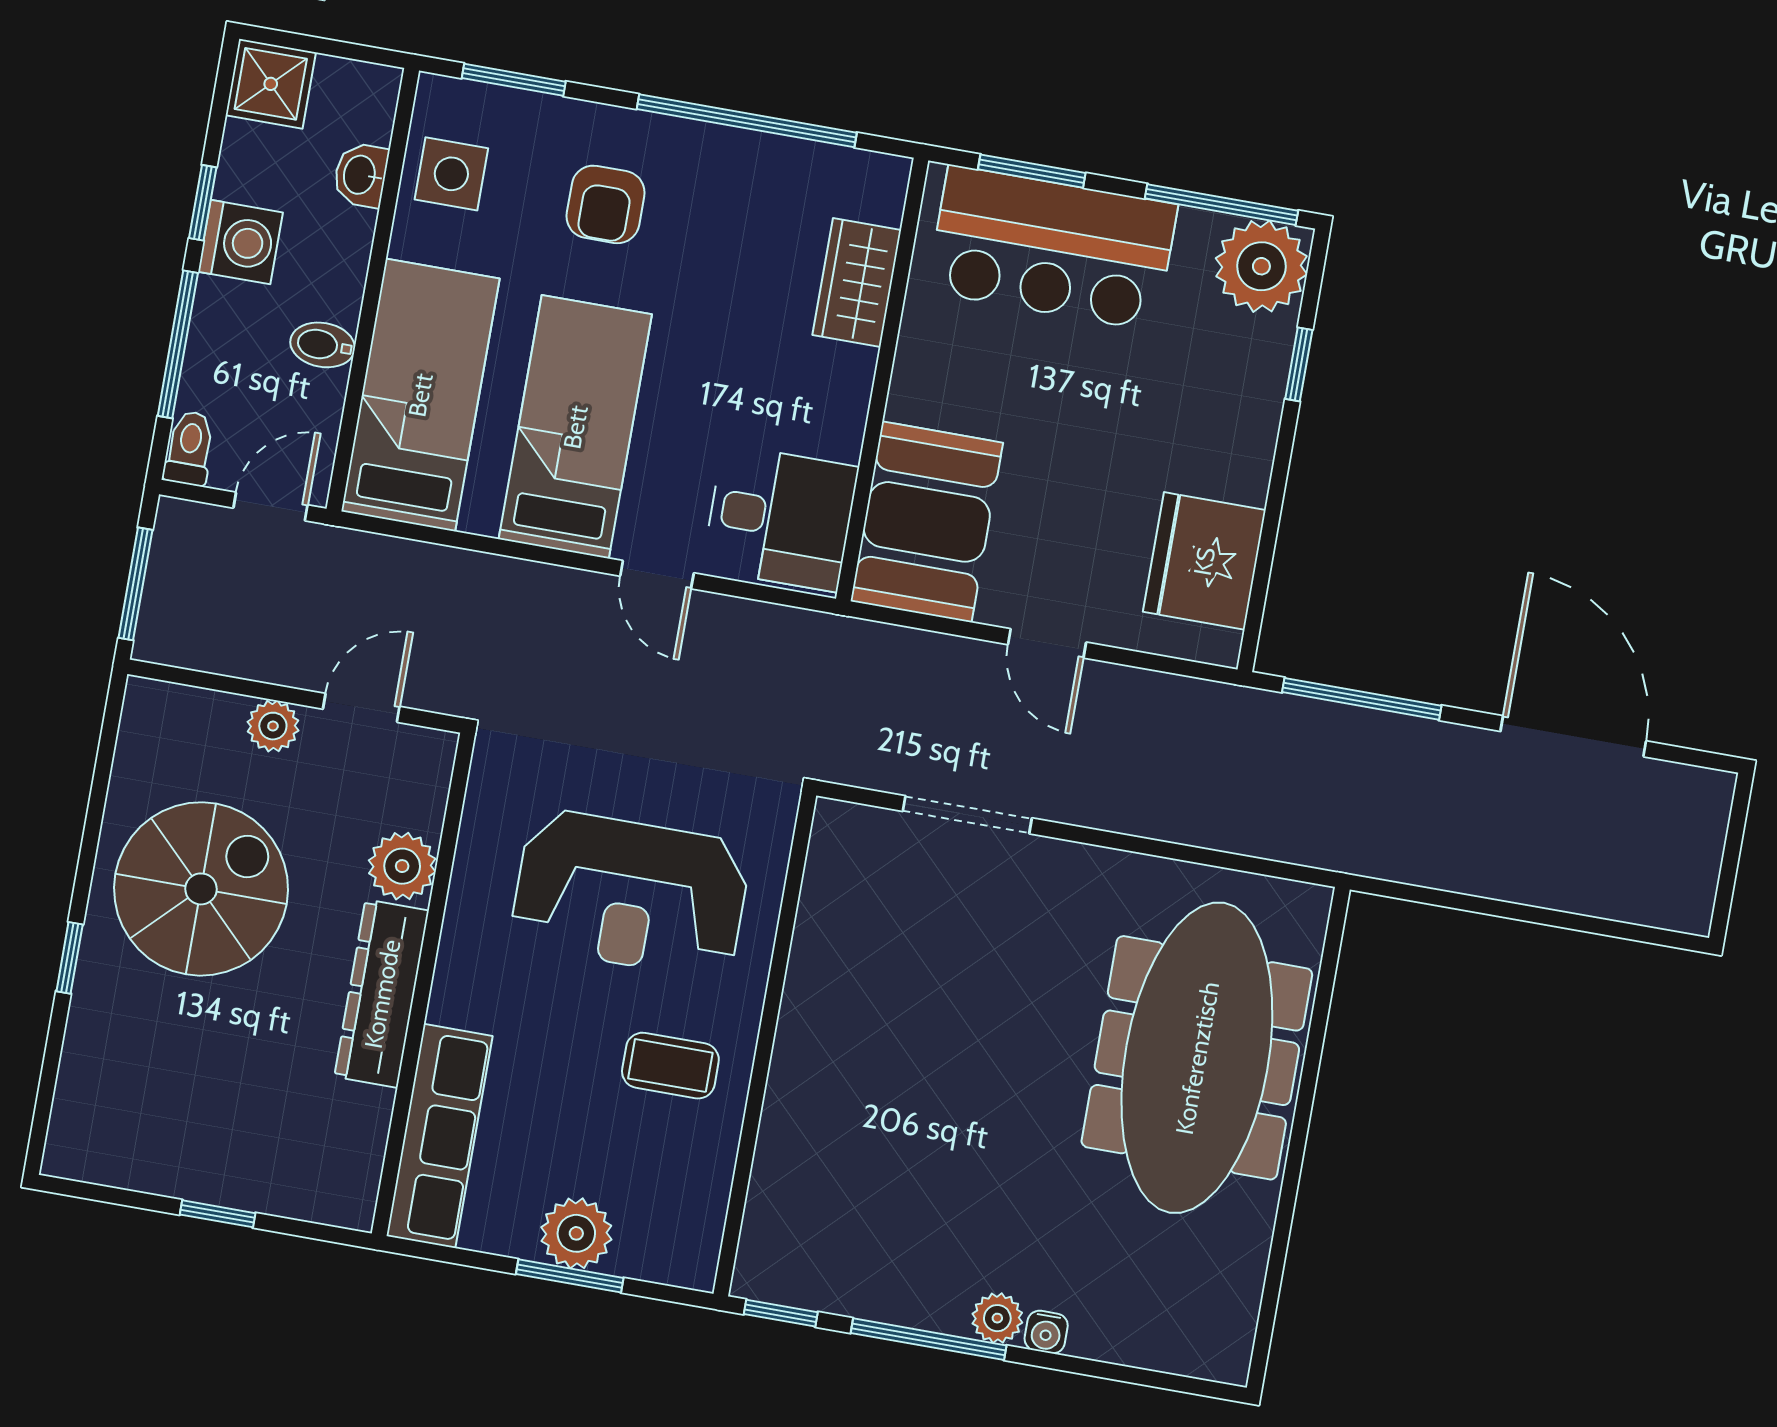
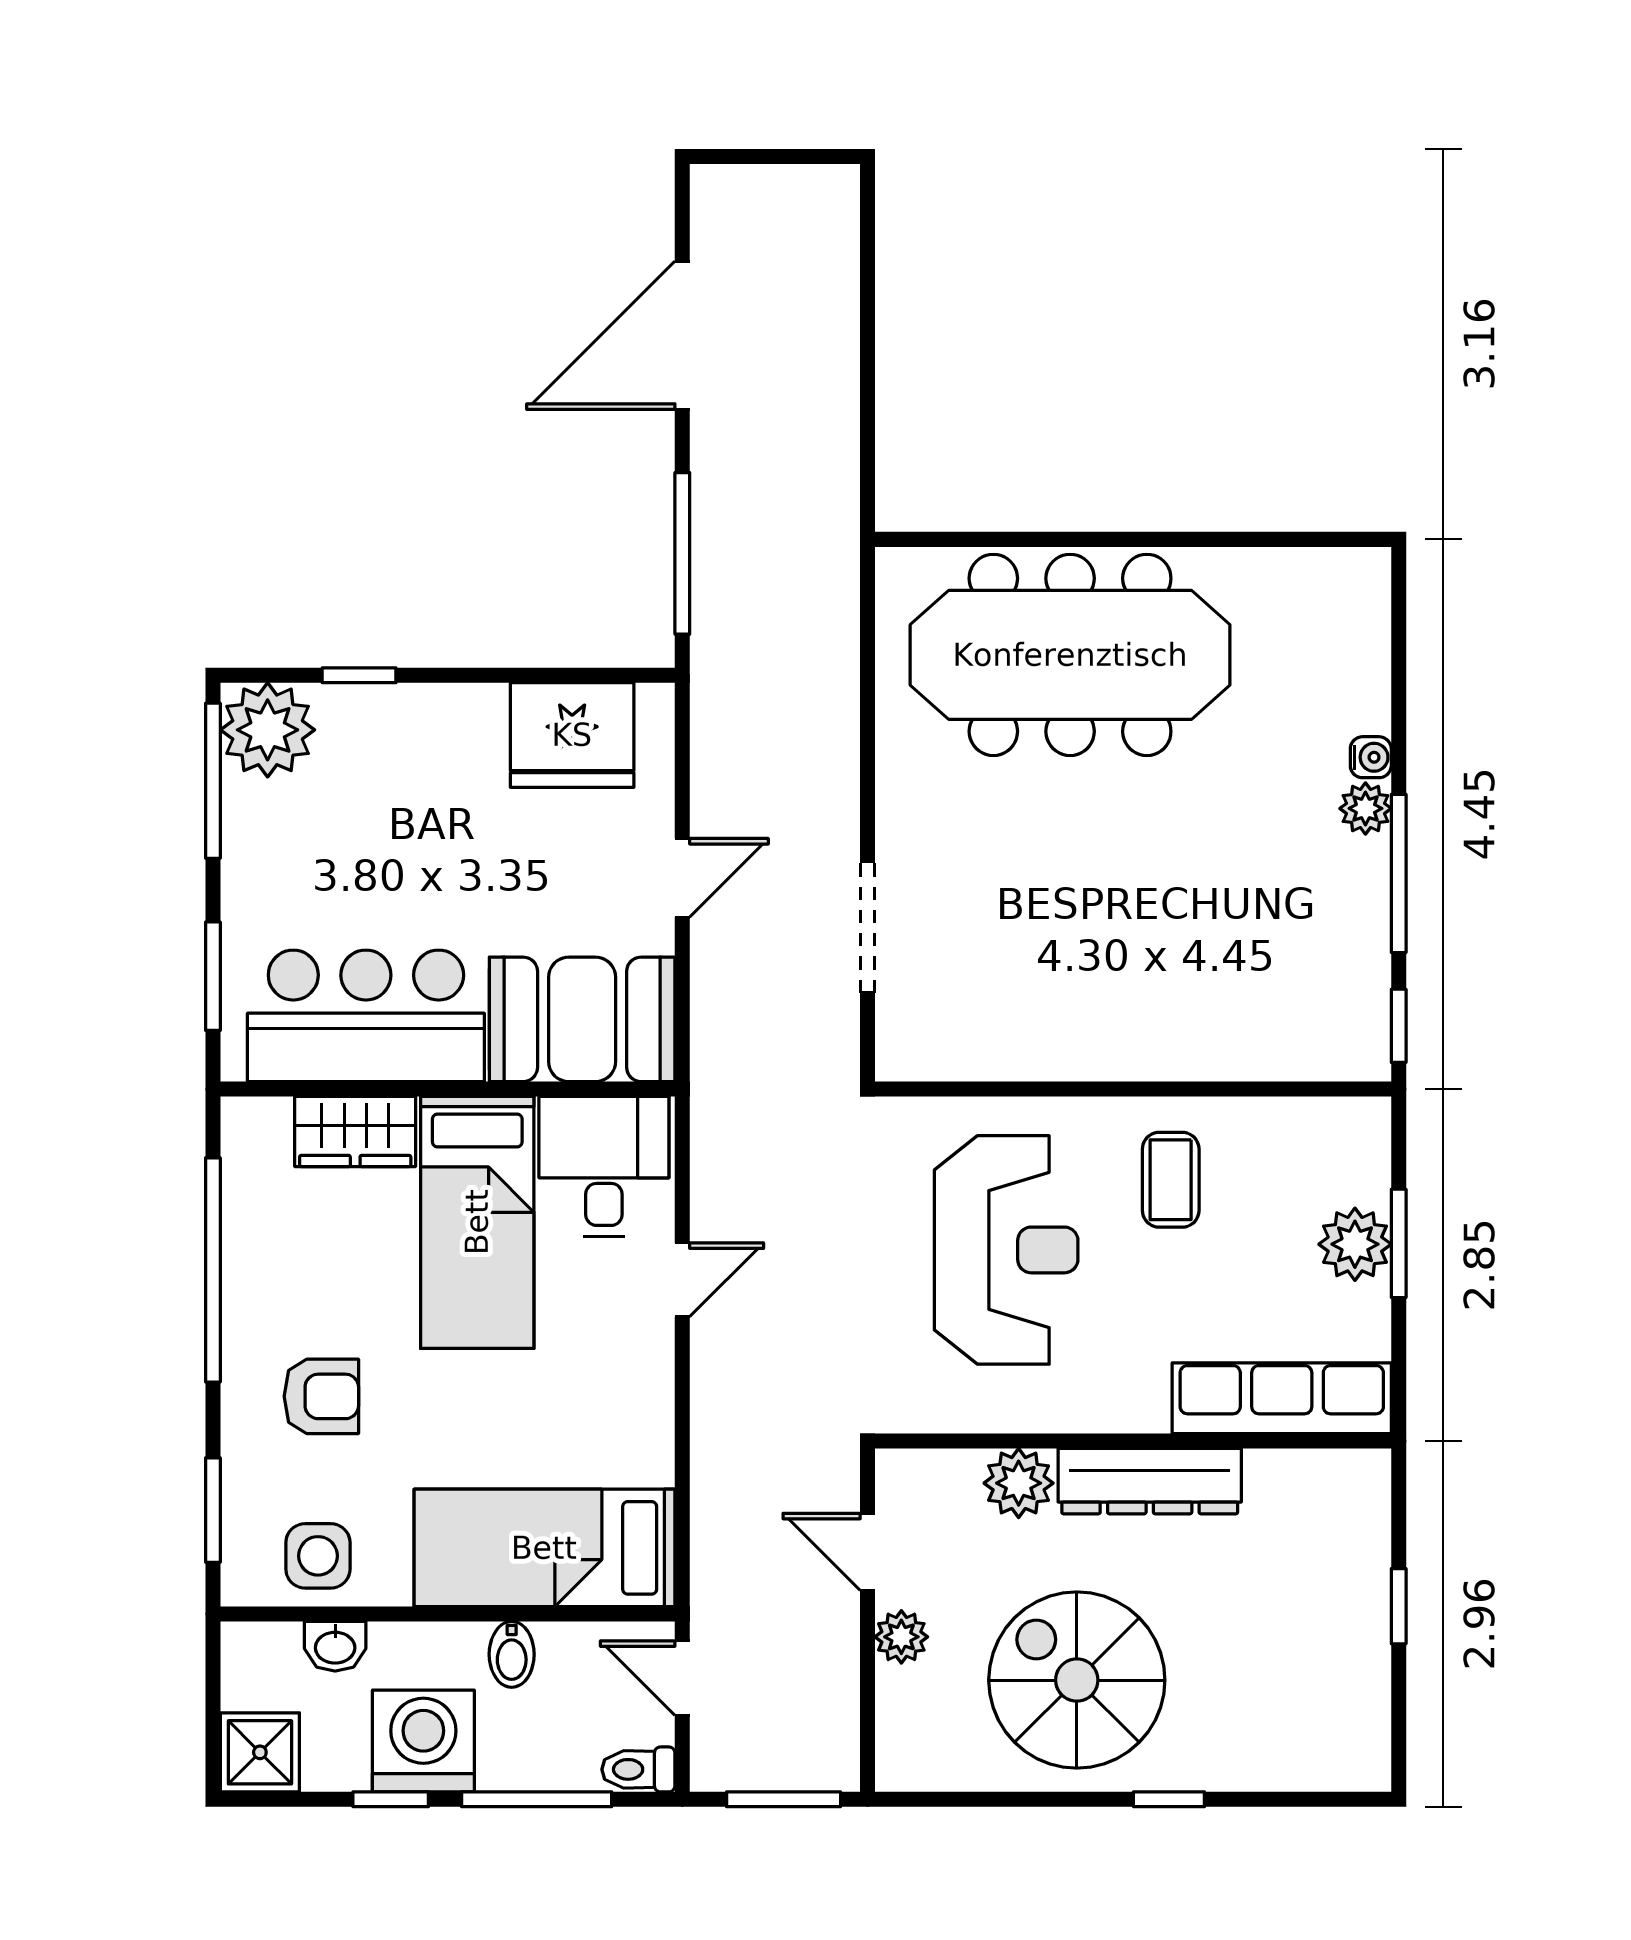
washing machine: (240, 242) -> (423, 1741), width x1.37, depth x1.37
bar counter: (1052, 248) -> (366, 1016), moved, turned -90
bed: (575, 427) -> (477, 1222), moved, turned -90

